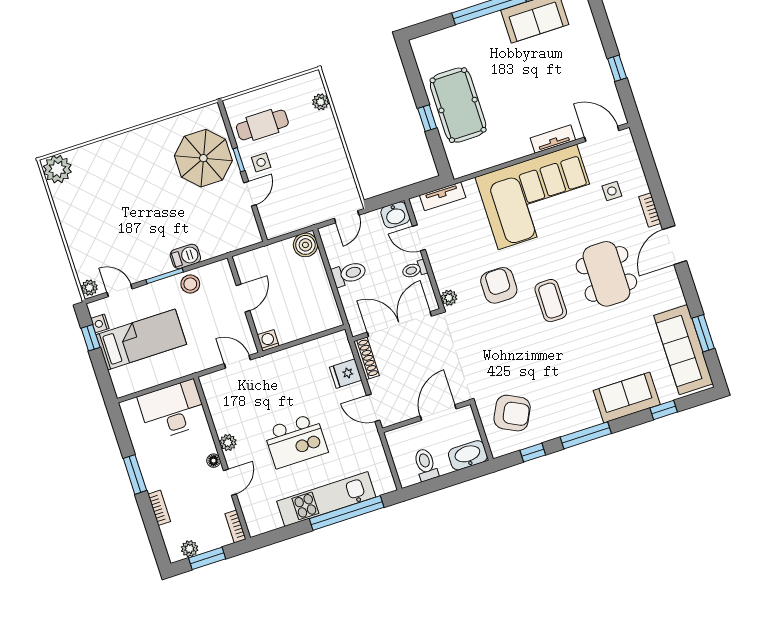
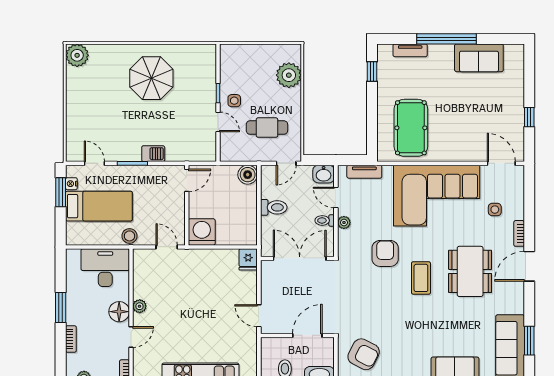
plant: (321, 102) -> (289, 75), width x1.88, depth x1.88
pool table: (458, 105) -> (411, 128), moved
window: (427, 118) -> (372, 71), moved
cafe table: (262, 125) -> (267, 128), moved
tv unit: (553, 139) -> (410, 50), moved, turned 180
parasol: (203, 158) -> (151, 78), moved
door: (250, 194) -> (218, 122), hinge flipped
stool: (190, 284) -> (129, 236), moved
plant: (89, 288) -> (72, 154), removed
door: (243, 298) -> (187, 180), moved
plant: (449, 298) -> (344, 222), moved
window: (91, 338) -> (61, 192), width x1.50
washing machine: (268, 340) -> (202, 232), width x1.89, depth x1.89
shoe rack: (366, 358) -> (266, 276), removed
fridge: (346, 374) -> (248, 259), moved, turned -90
kitchen island: (296, 441) -> (192, 322), removed
floor lamp: (214, 461) -> (119, 312), width x1.89, depth x1.89

